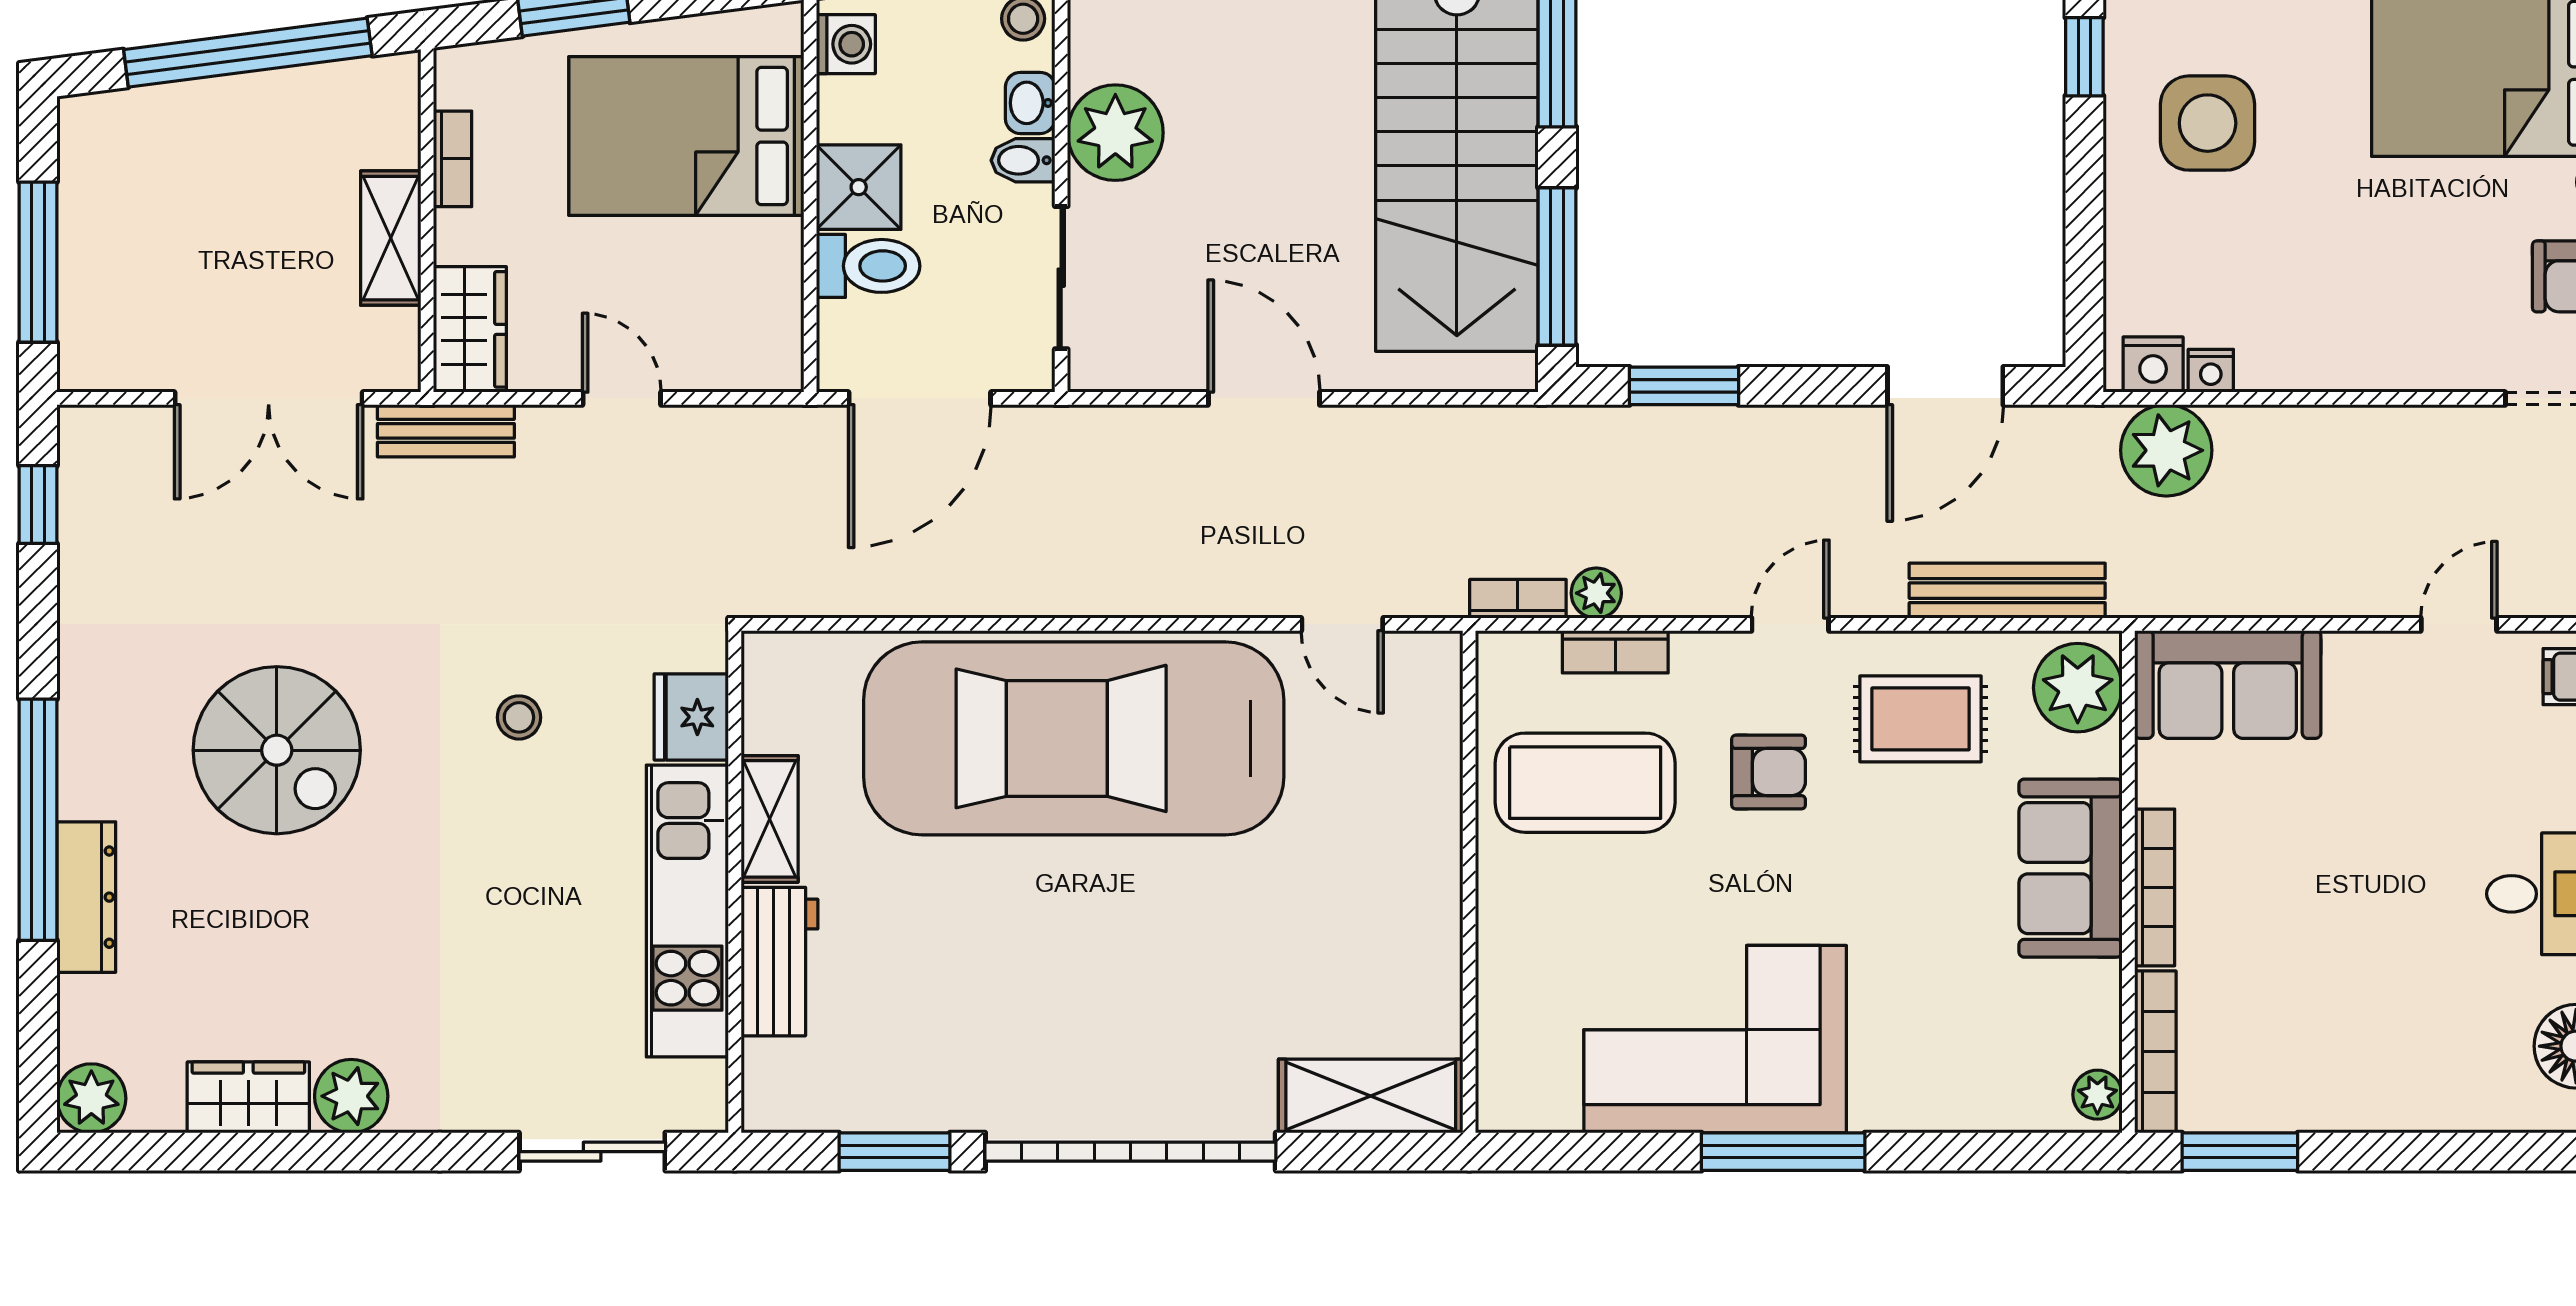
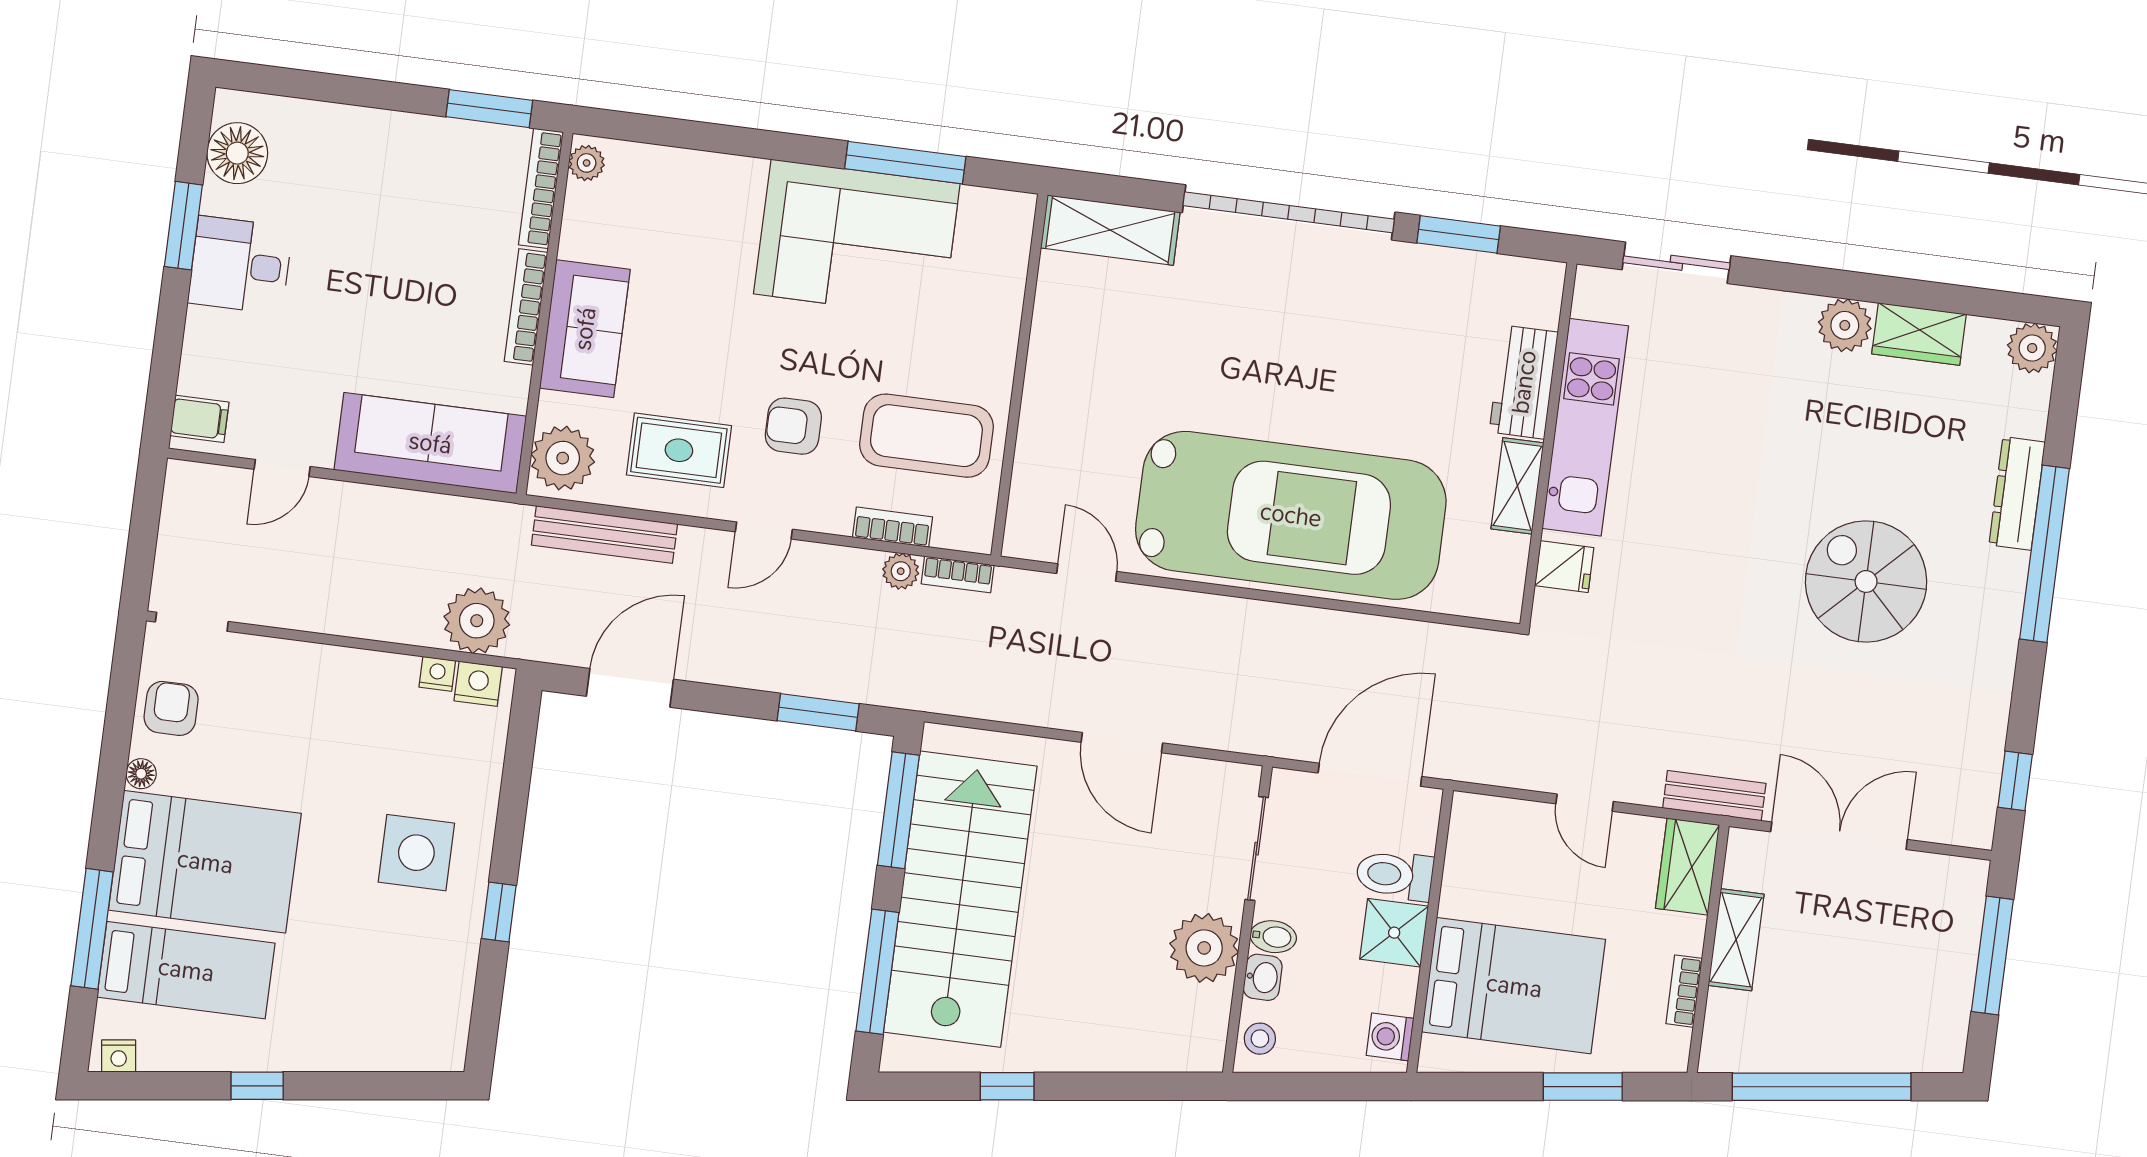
sofa: (2228, 685) -> (430, 443), width x1.36
stool: (519, 717) -> (1688, 582), removed
fridge: (691, 717) -> (1564, 567), width x0.72
window: (1783, 1152) -> (905, 163), moved

